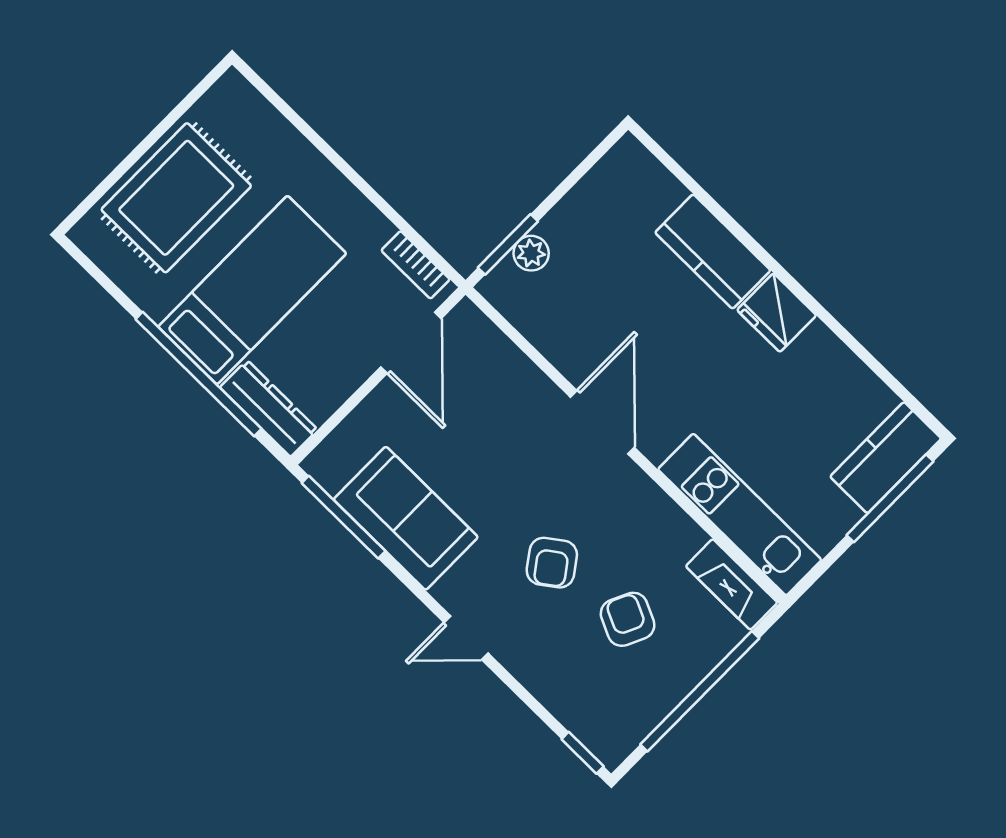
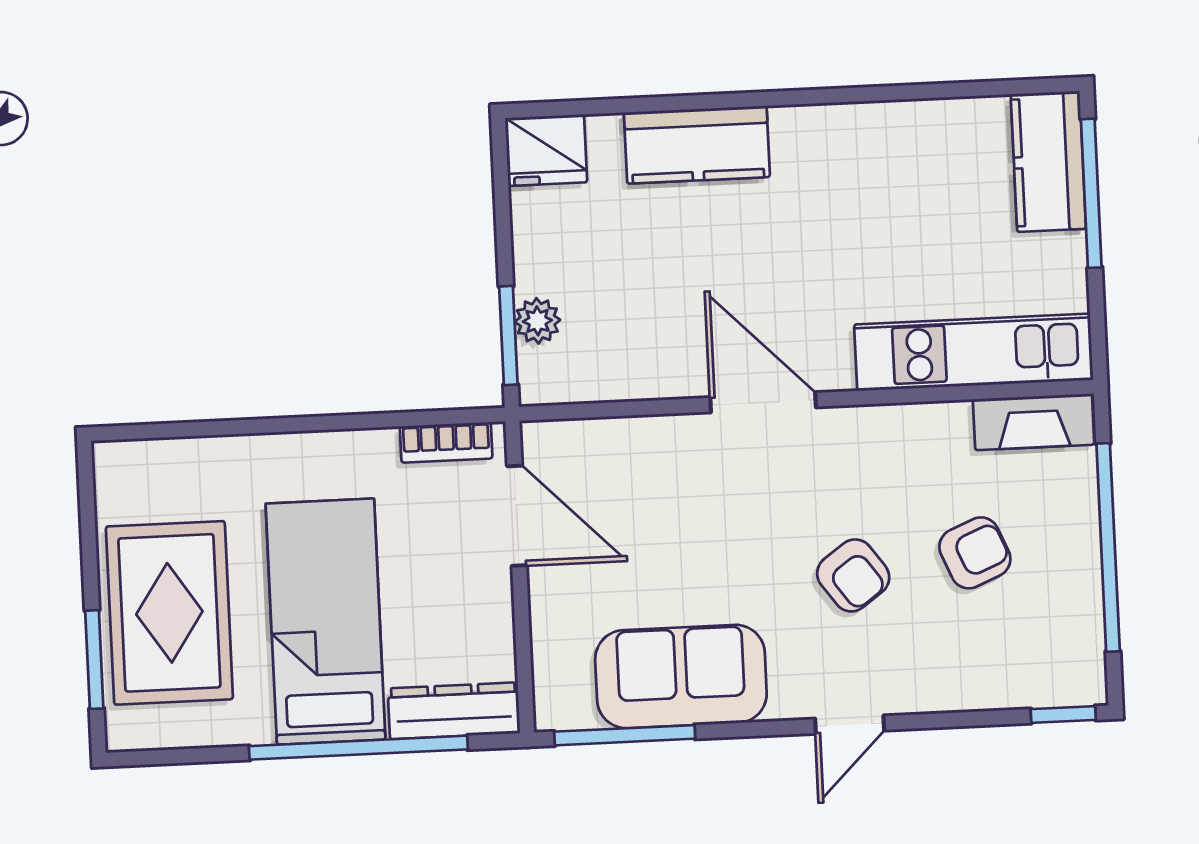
window: (111, 180) -> (94, 660), added
fridge: (777, 313) -> (546, 150), moved
armchair: (628, 619) -> (975, 553), turned 132

